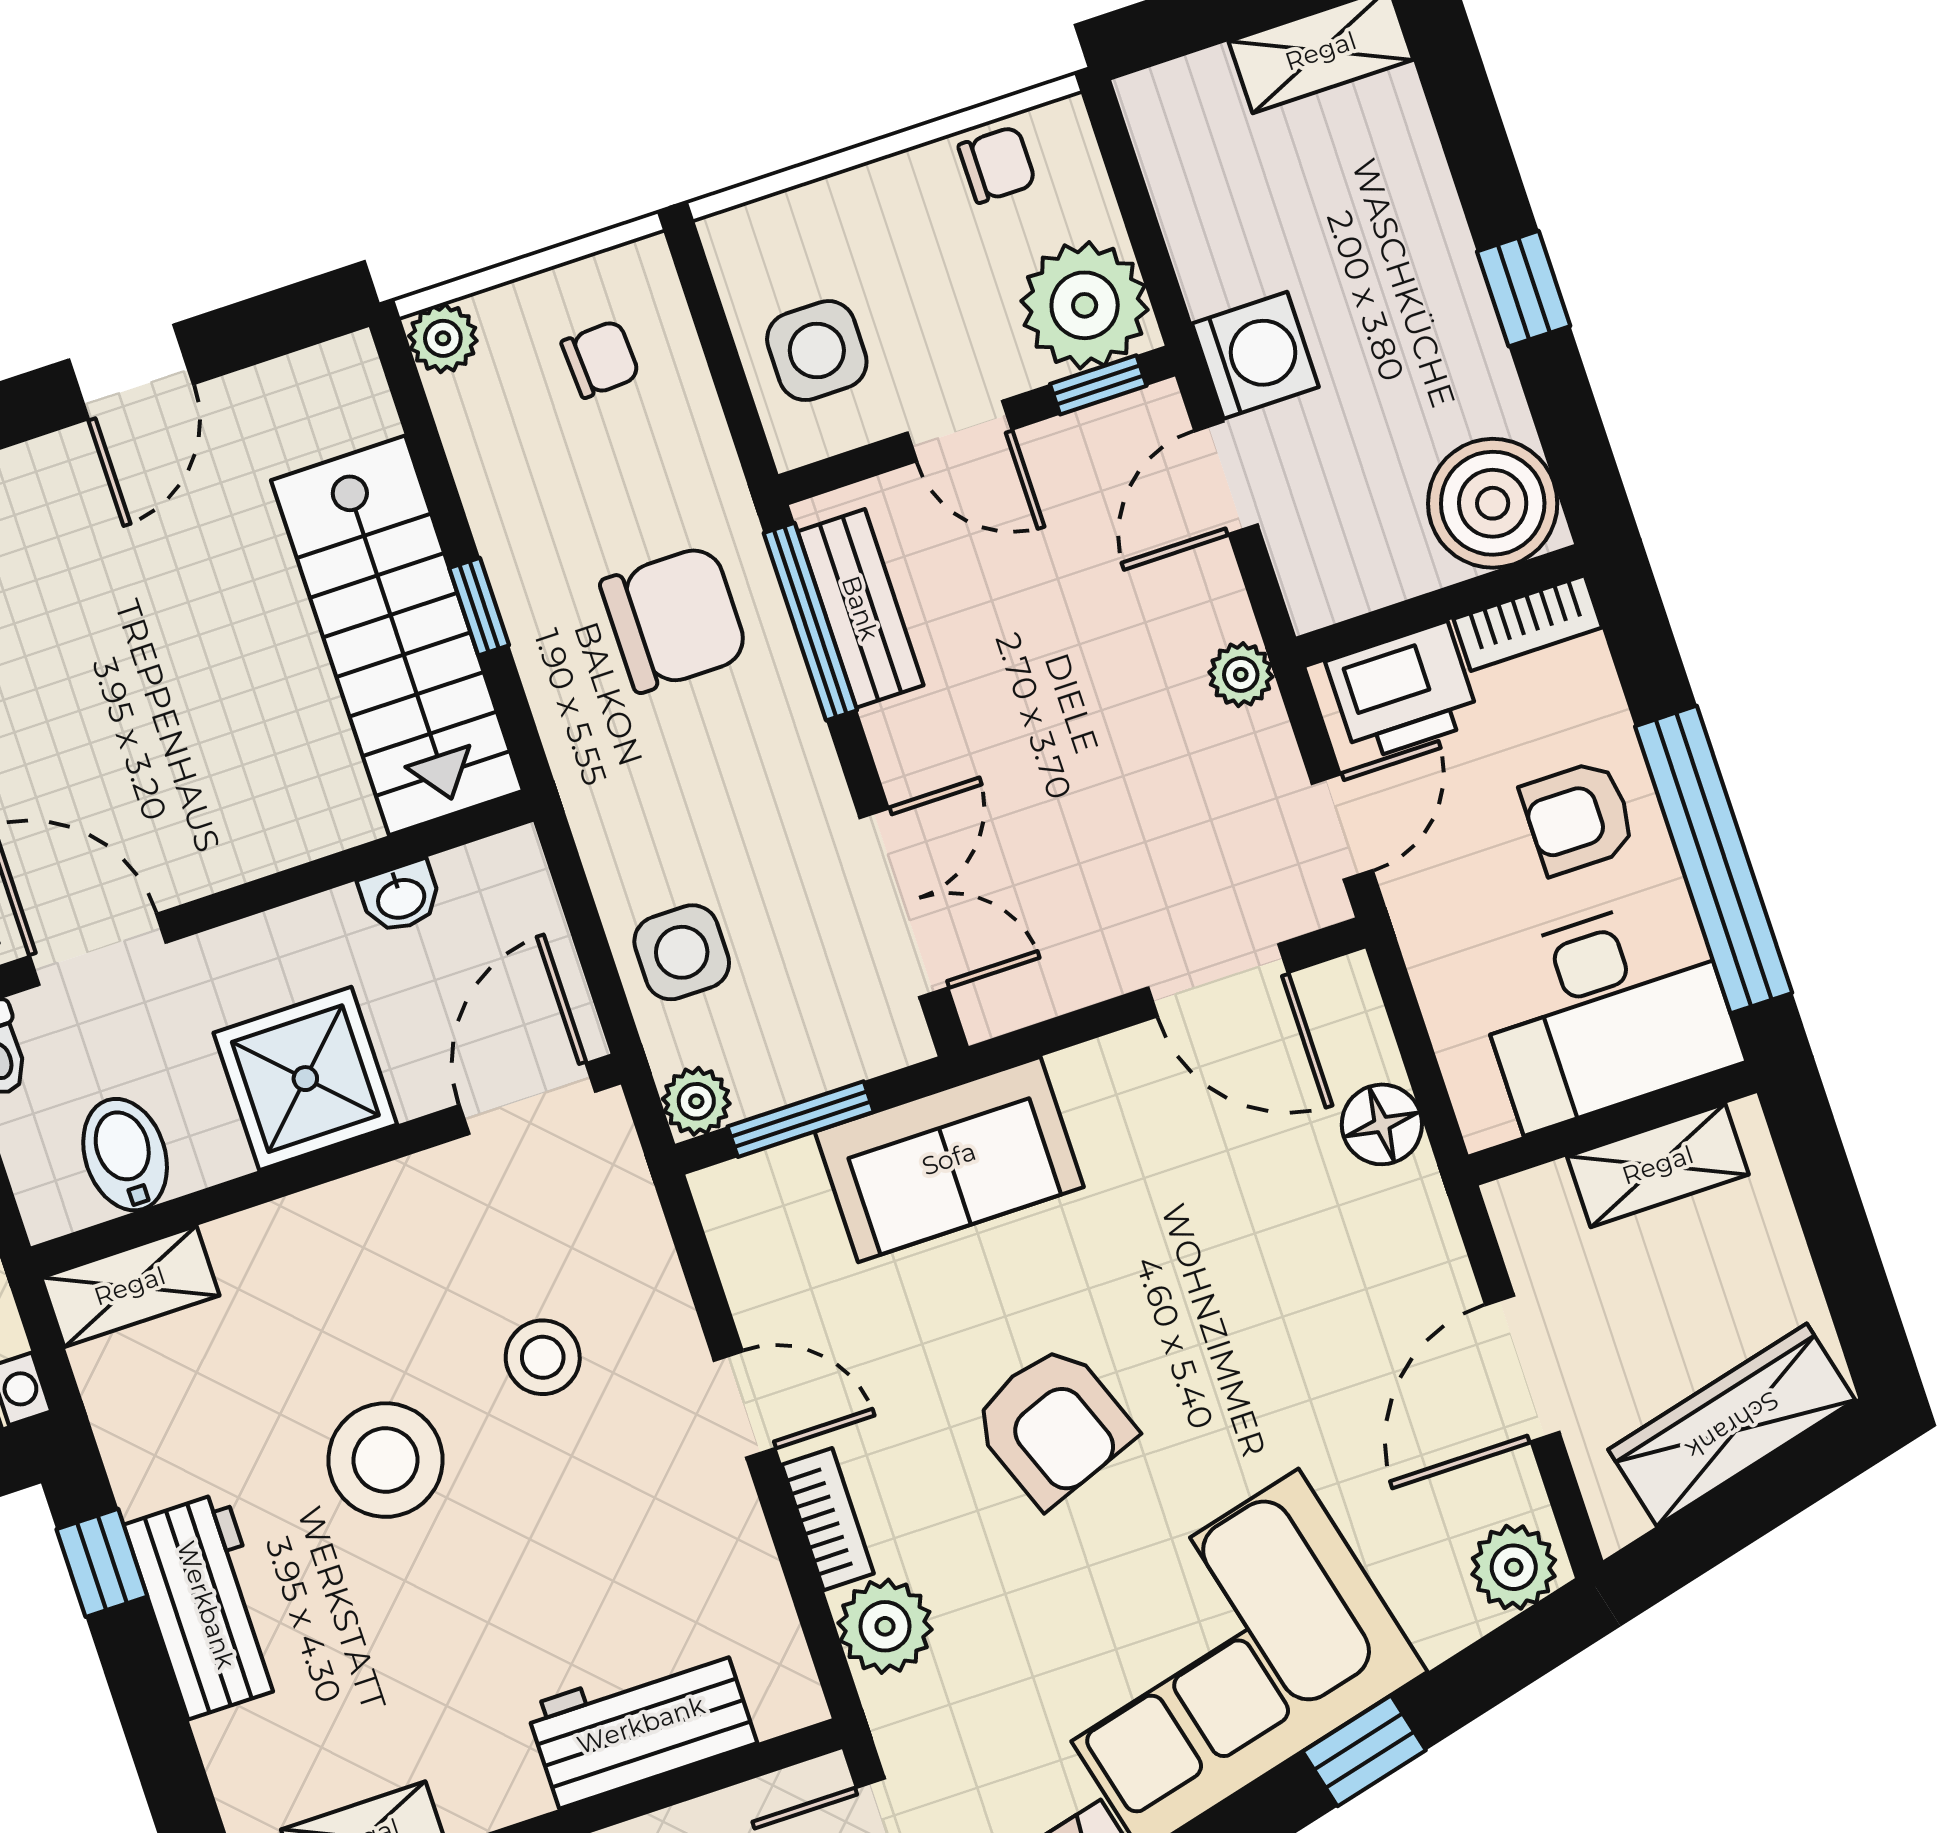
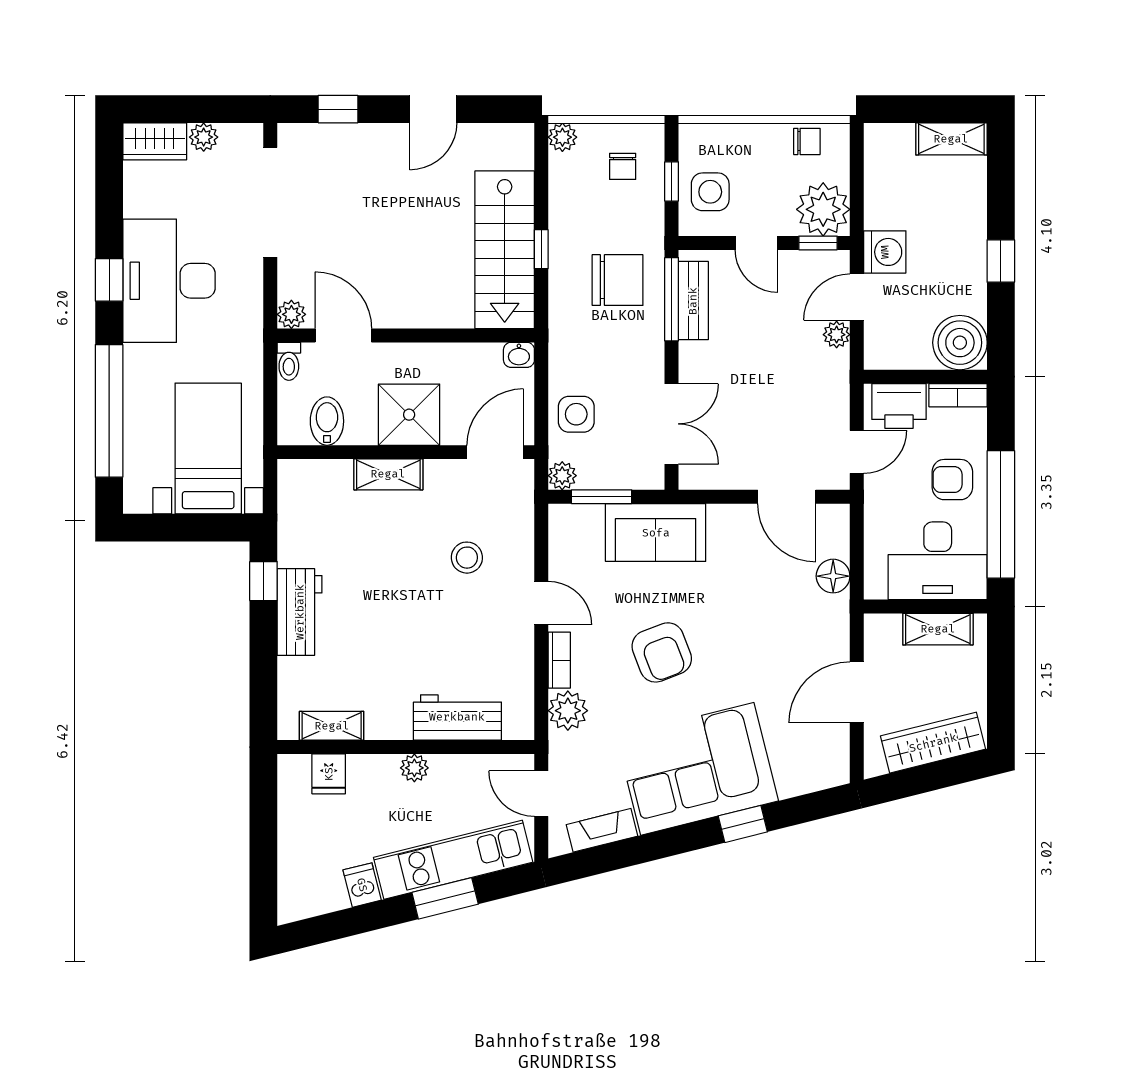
window: (722, 356) -> (672, 181), added
chair: (601, 359) -> (623, 166), turned 93
plant: (1241, 675) -> (837, 335), moved
washbasin: (401, 897) -> (519, 355), moved
shelving: (130, 1286) -> (388, 474), moved
stool: (385, 1460) -> (390, 578), removed
plant: (1514, 1567) -> (827, 770), removed

